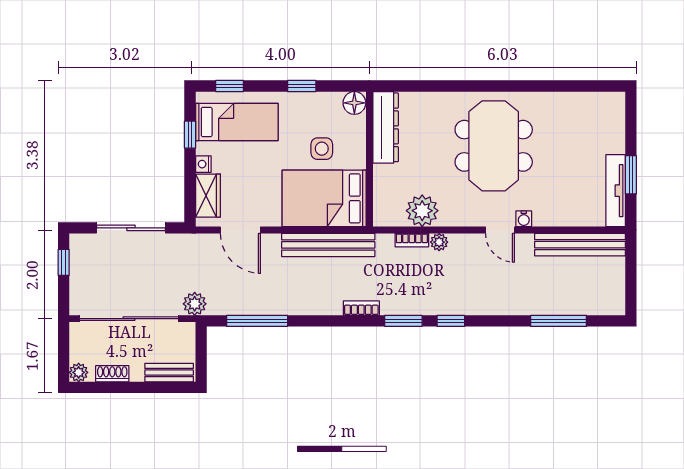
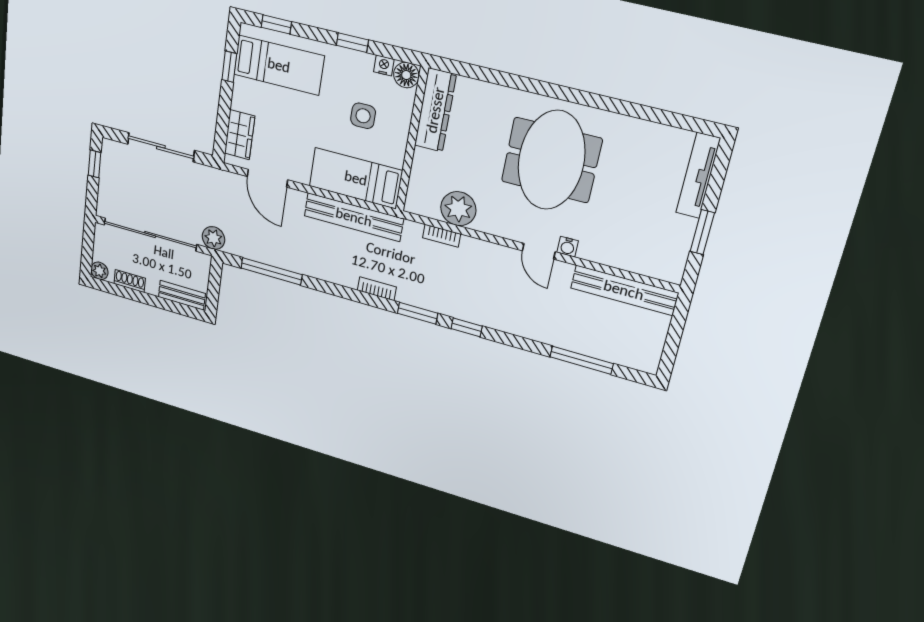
nightstand: (203, 164) -> (384, 65), moved, turned 90
tv unit: (616, 191) -> (698, 176), moved
bed: (324, 198) -> (356, 178), width x0.67
plant: (439, 242) -> (470, 246), removed

